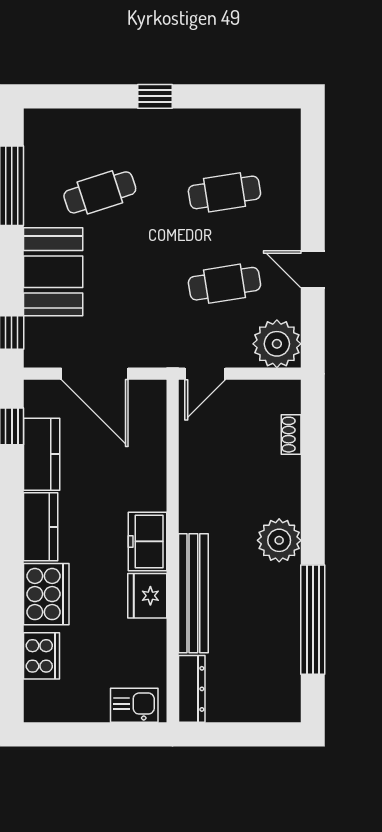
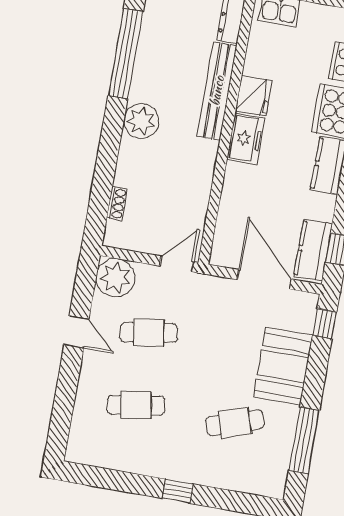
kitchen counter: (42, 454) -> (313, 250), moved

